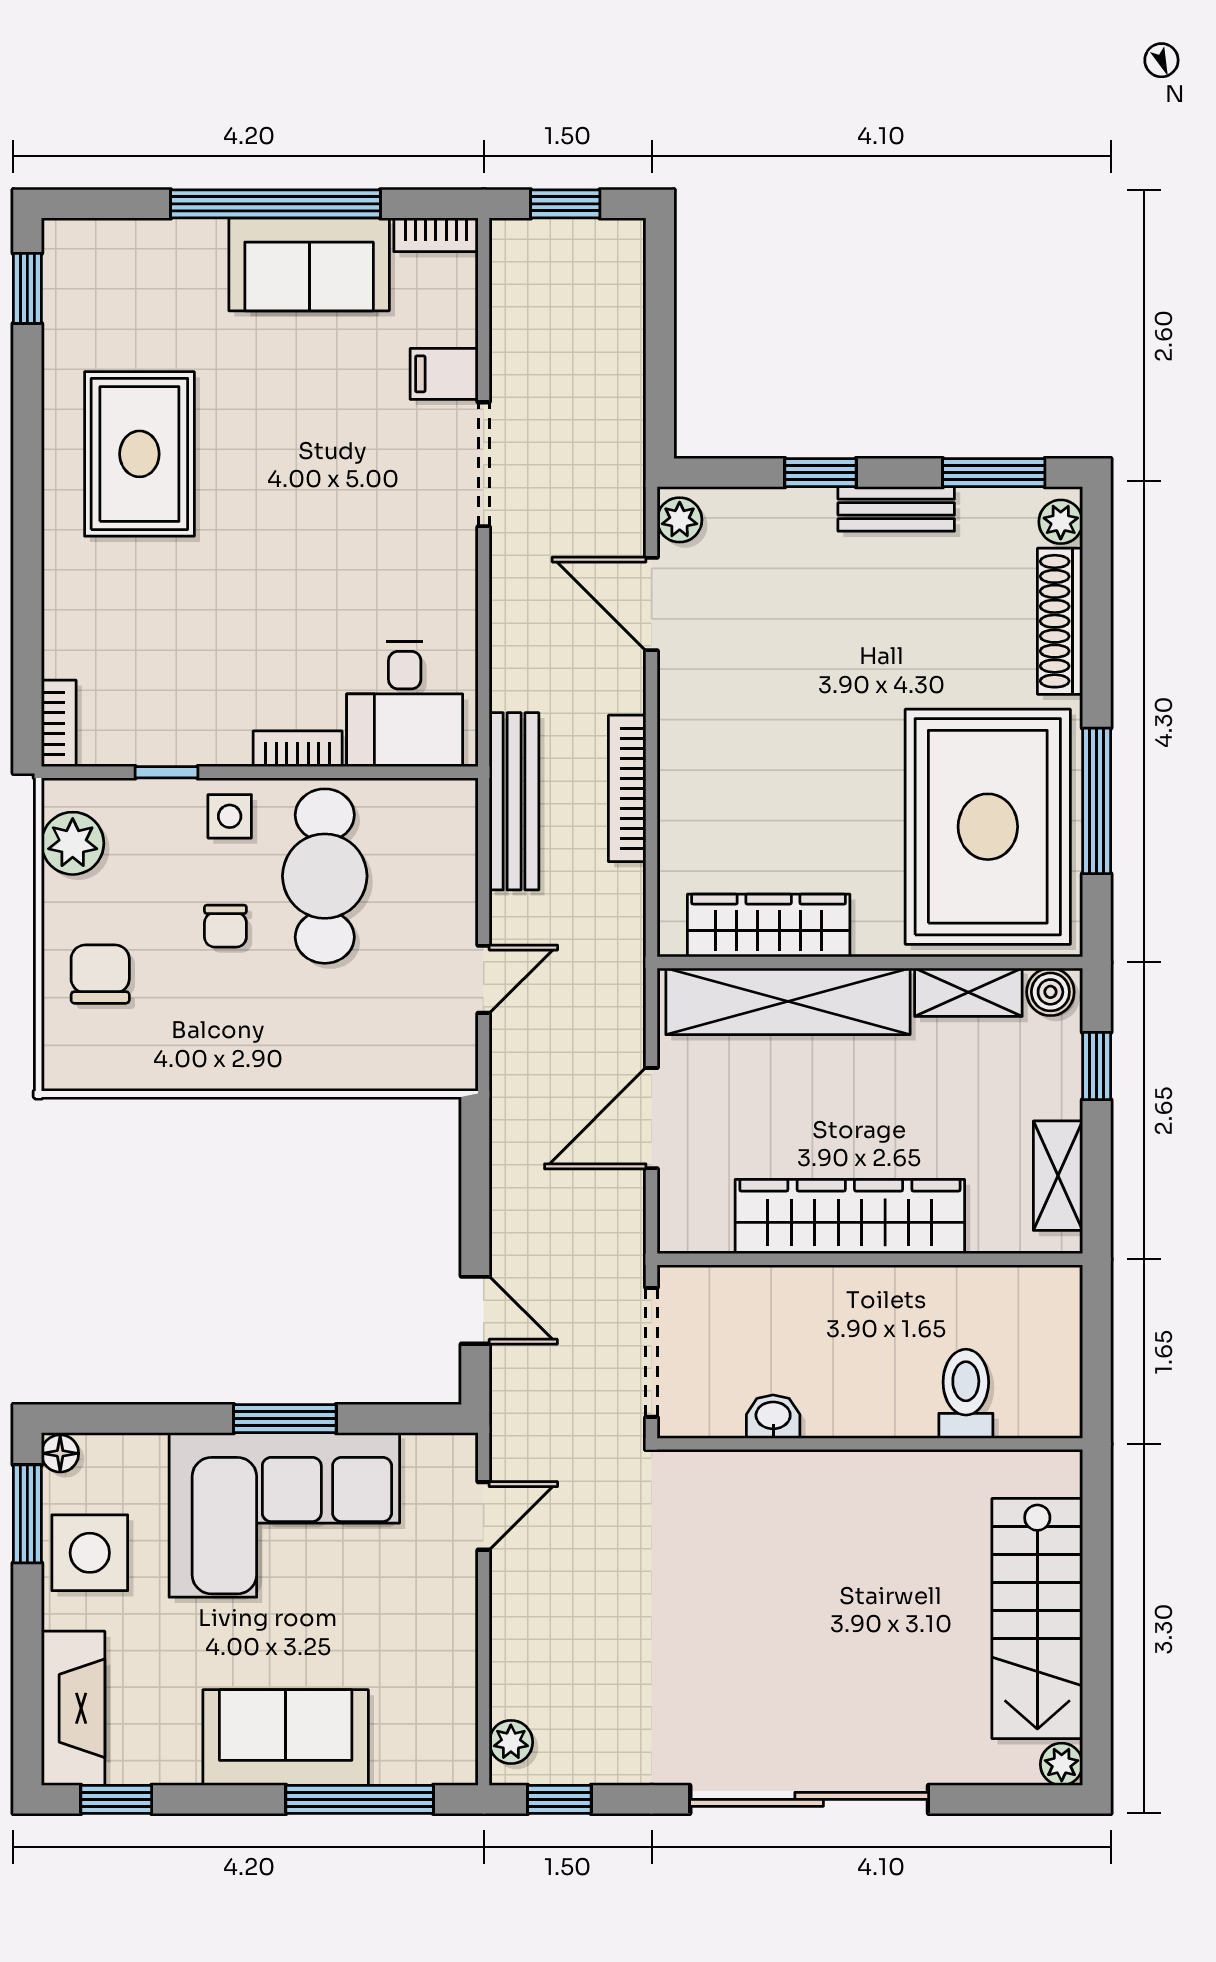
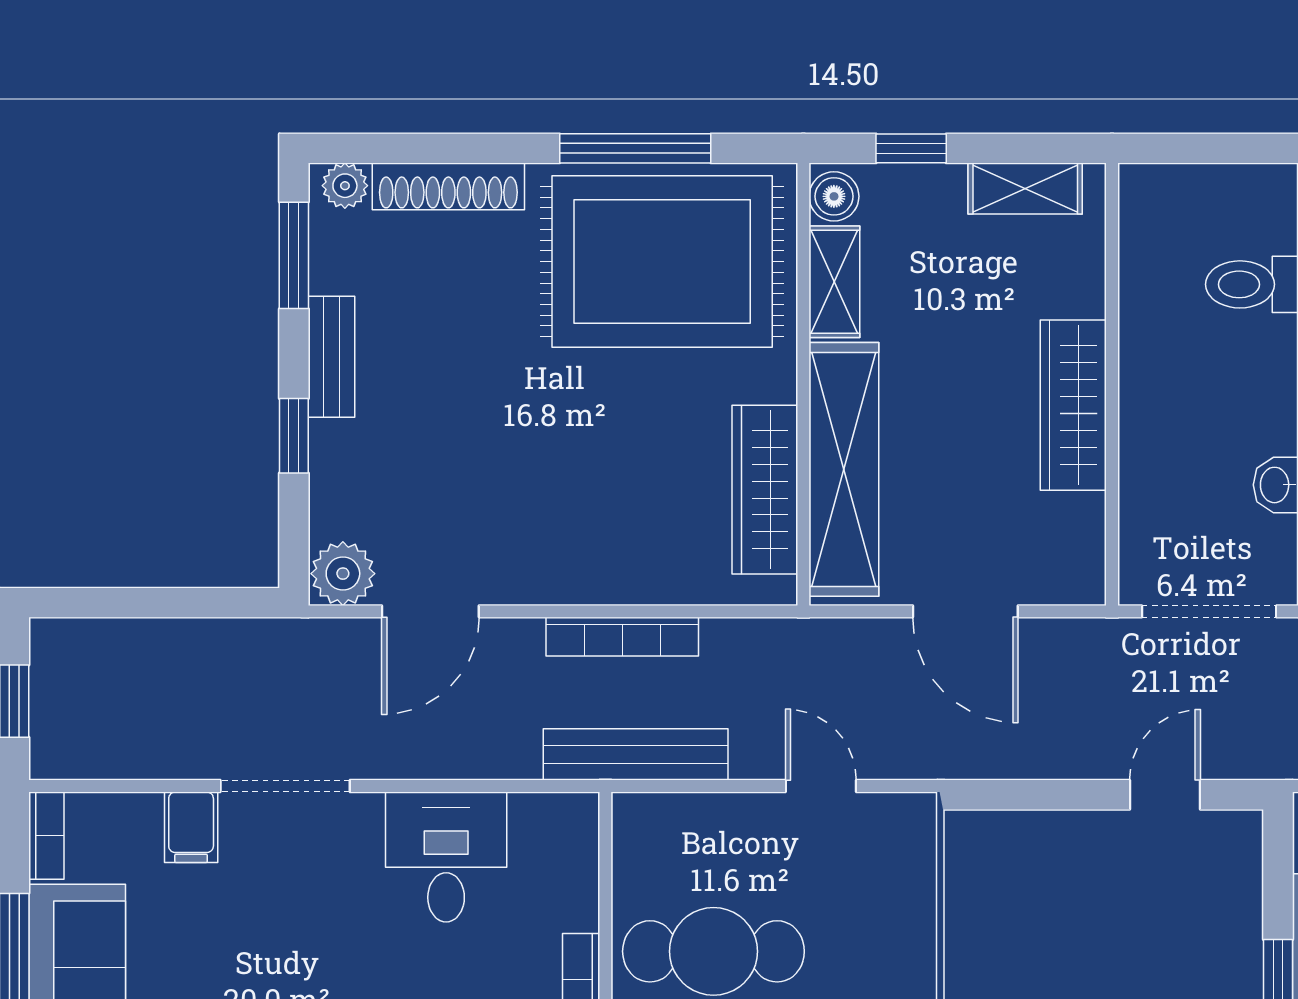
plant: (680, 520) -> (343, 574), width x1.38, depth x1.38
desk: (405, 704) -> (446, 857), moved, turned -90
wardrobe: (850, 1216) -> (1073, 405), width x0.71, depth x0.85

